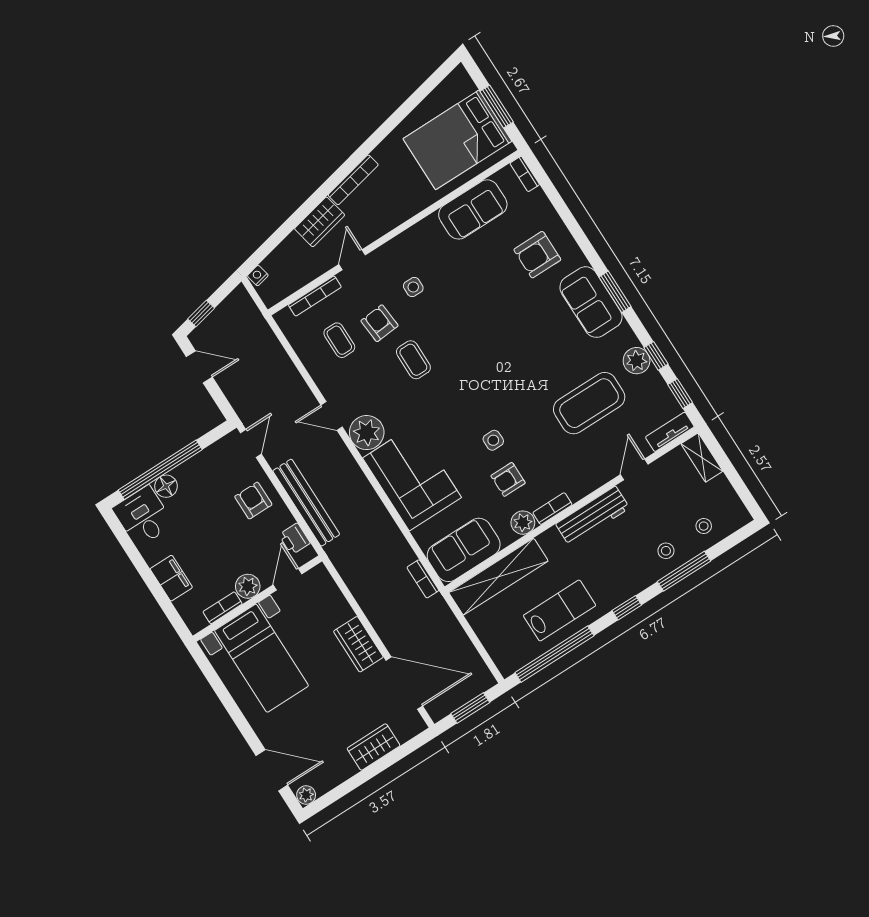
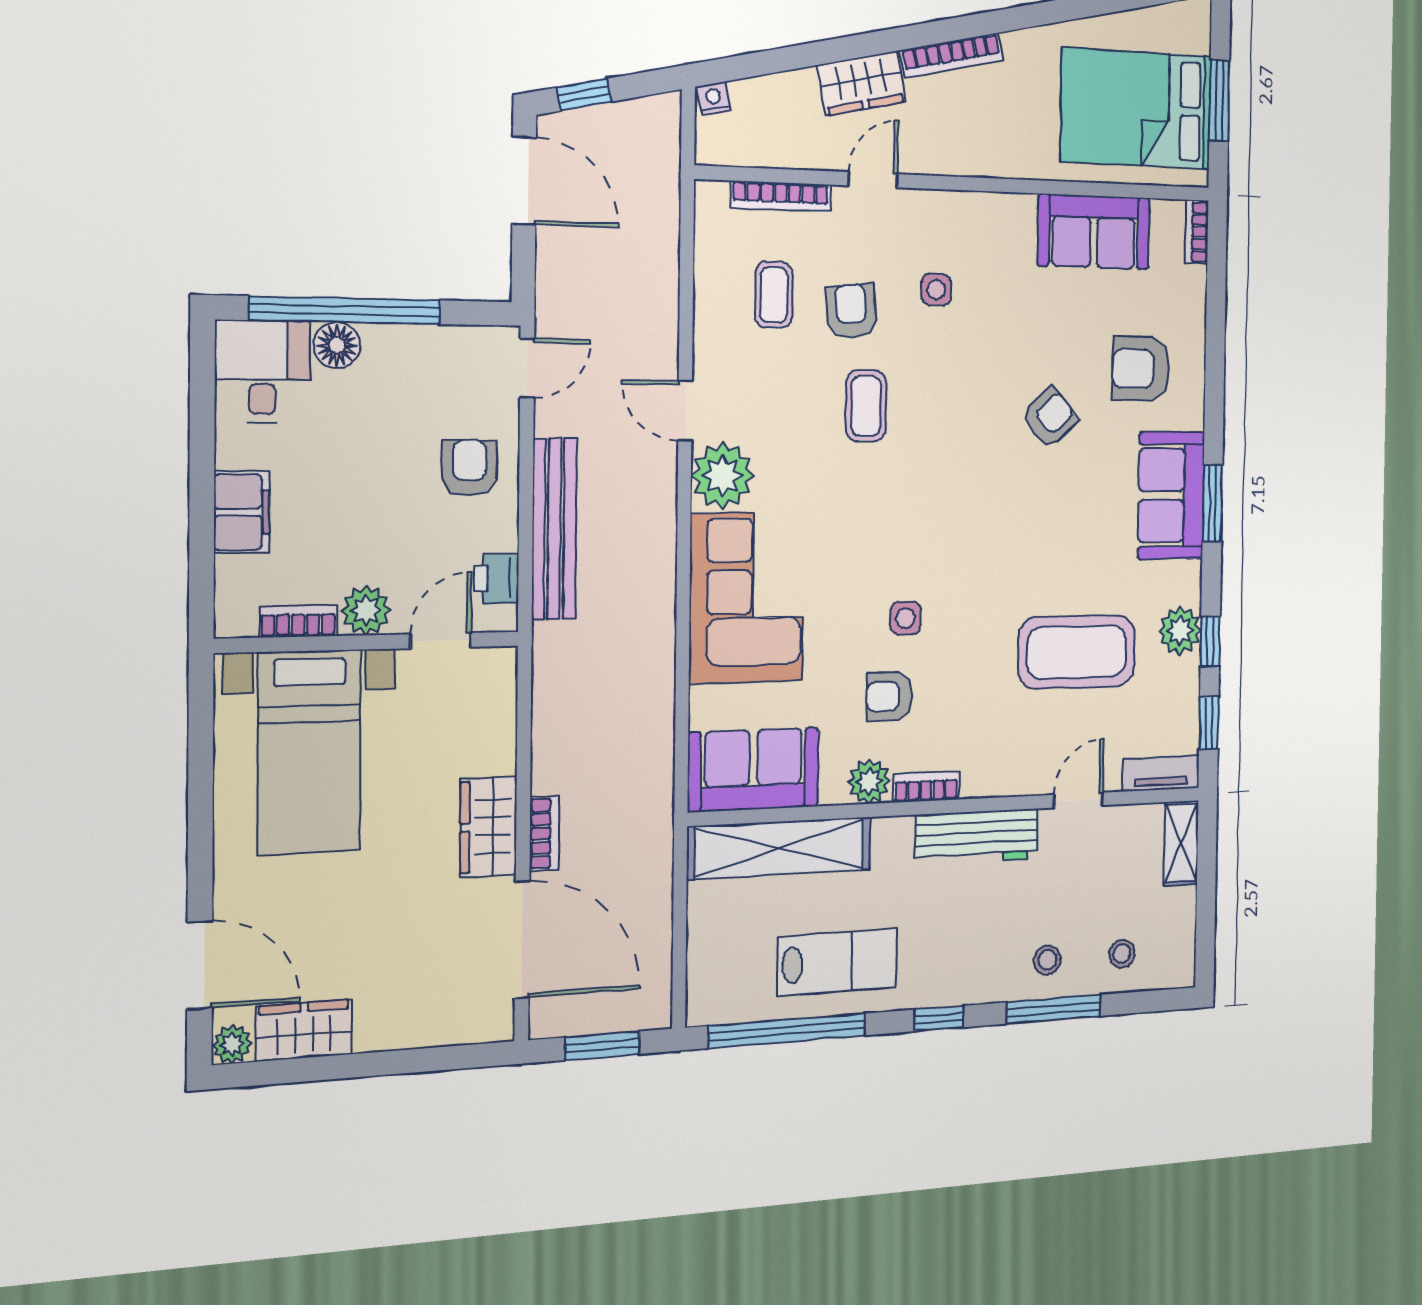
armchair: (506, 307) -> (1050, 418), added
door: (199, 367) -> (524, 181), width x1.38
bookcase: (423, 579) -> (544, 833), moved, turned 180
wardrobe: (373, 747) -> (304, 1030), moved

